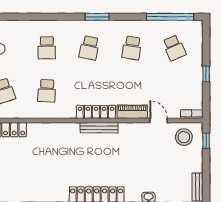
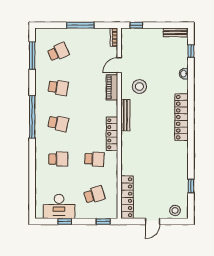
window: (97, 17) -> (32, 117), width x2.11
window: (170, 17) -> (32, 55), width x0.68
window: (206, 74) -> (80, 25), width x2.17
locker: (96, 112) -> (112, 134), moved
stool: (184, 137) -> (139, 87), moved

